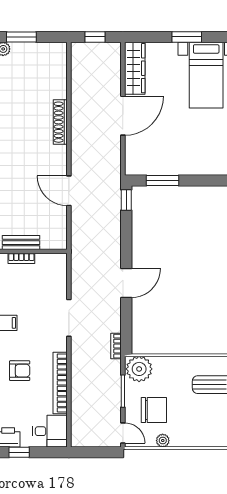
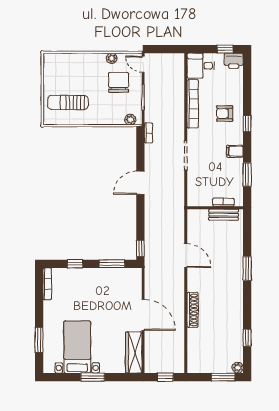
door: (123, 116) -> (143, 315), swing flipped
window: (209, 180) -> (75, 264), added
plant: (139, 369) -> (130, 120), width x0.53, depth x0.53
chair: (154, 410) -> (119, 82), turned 90

